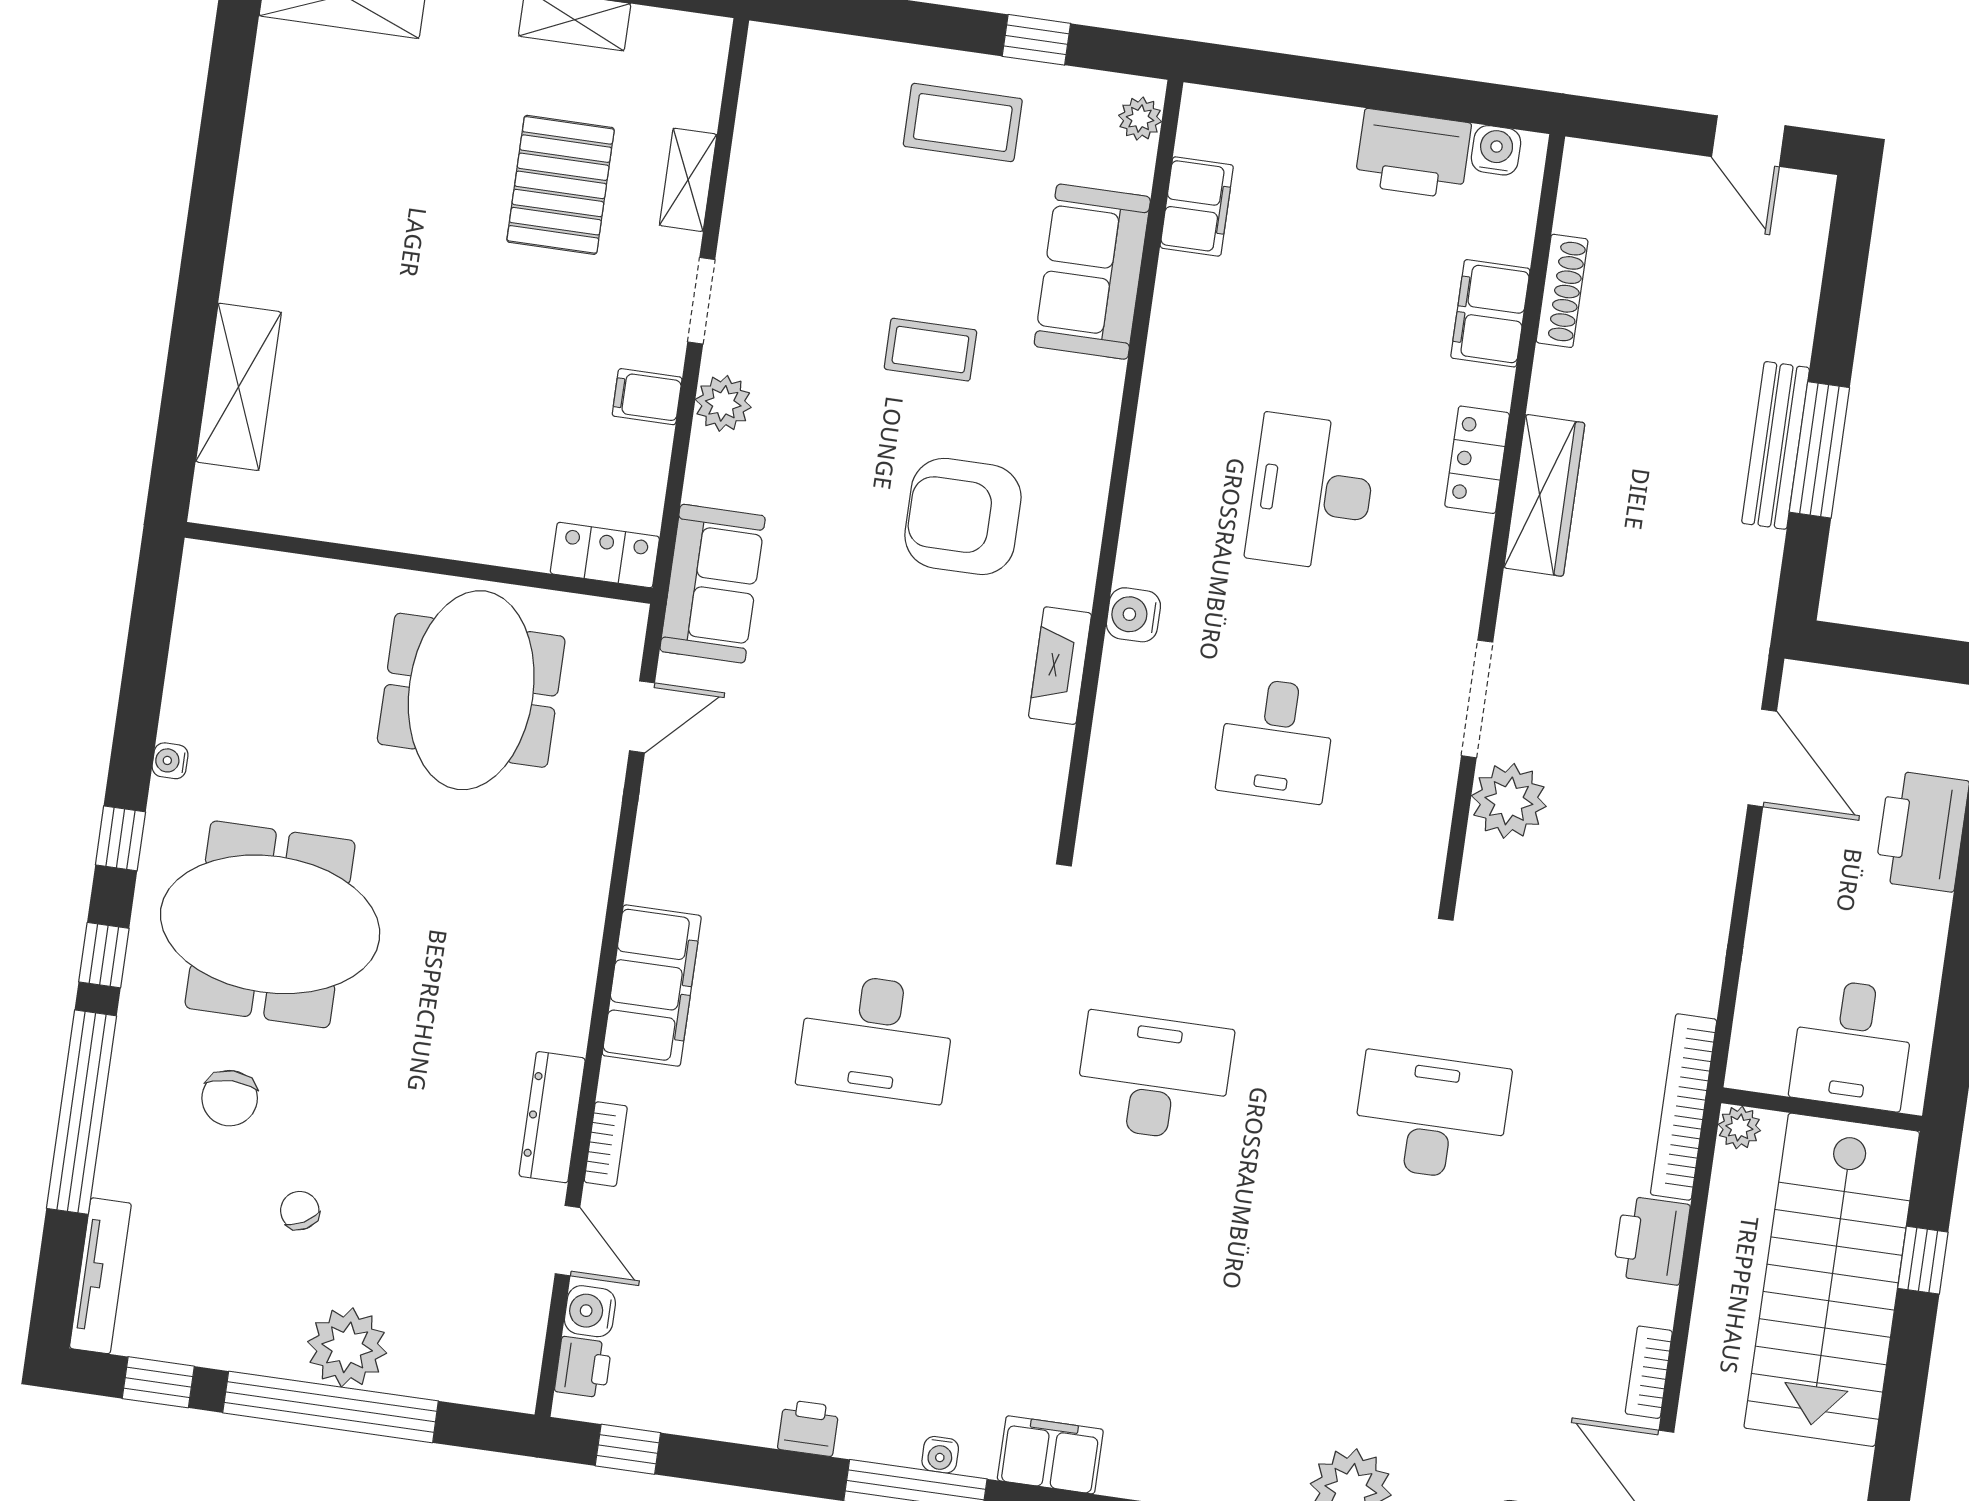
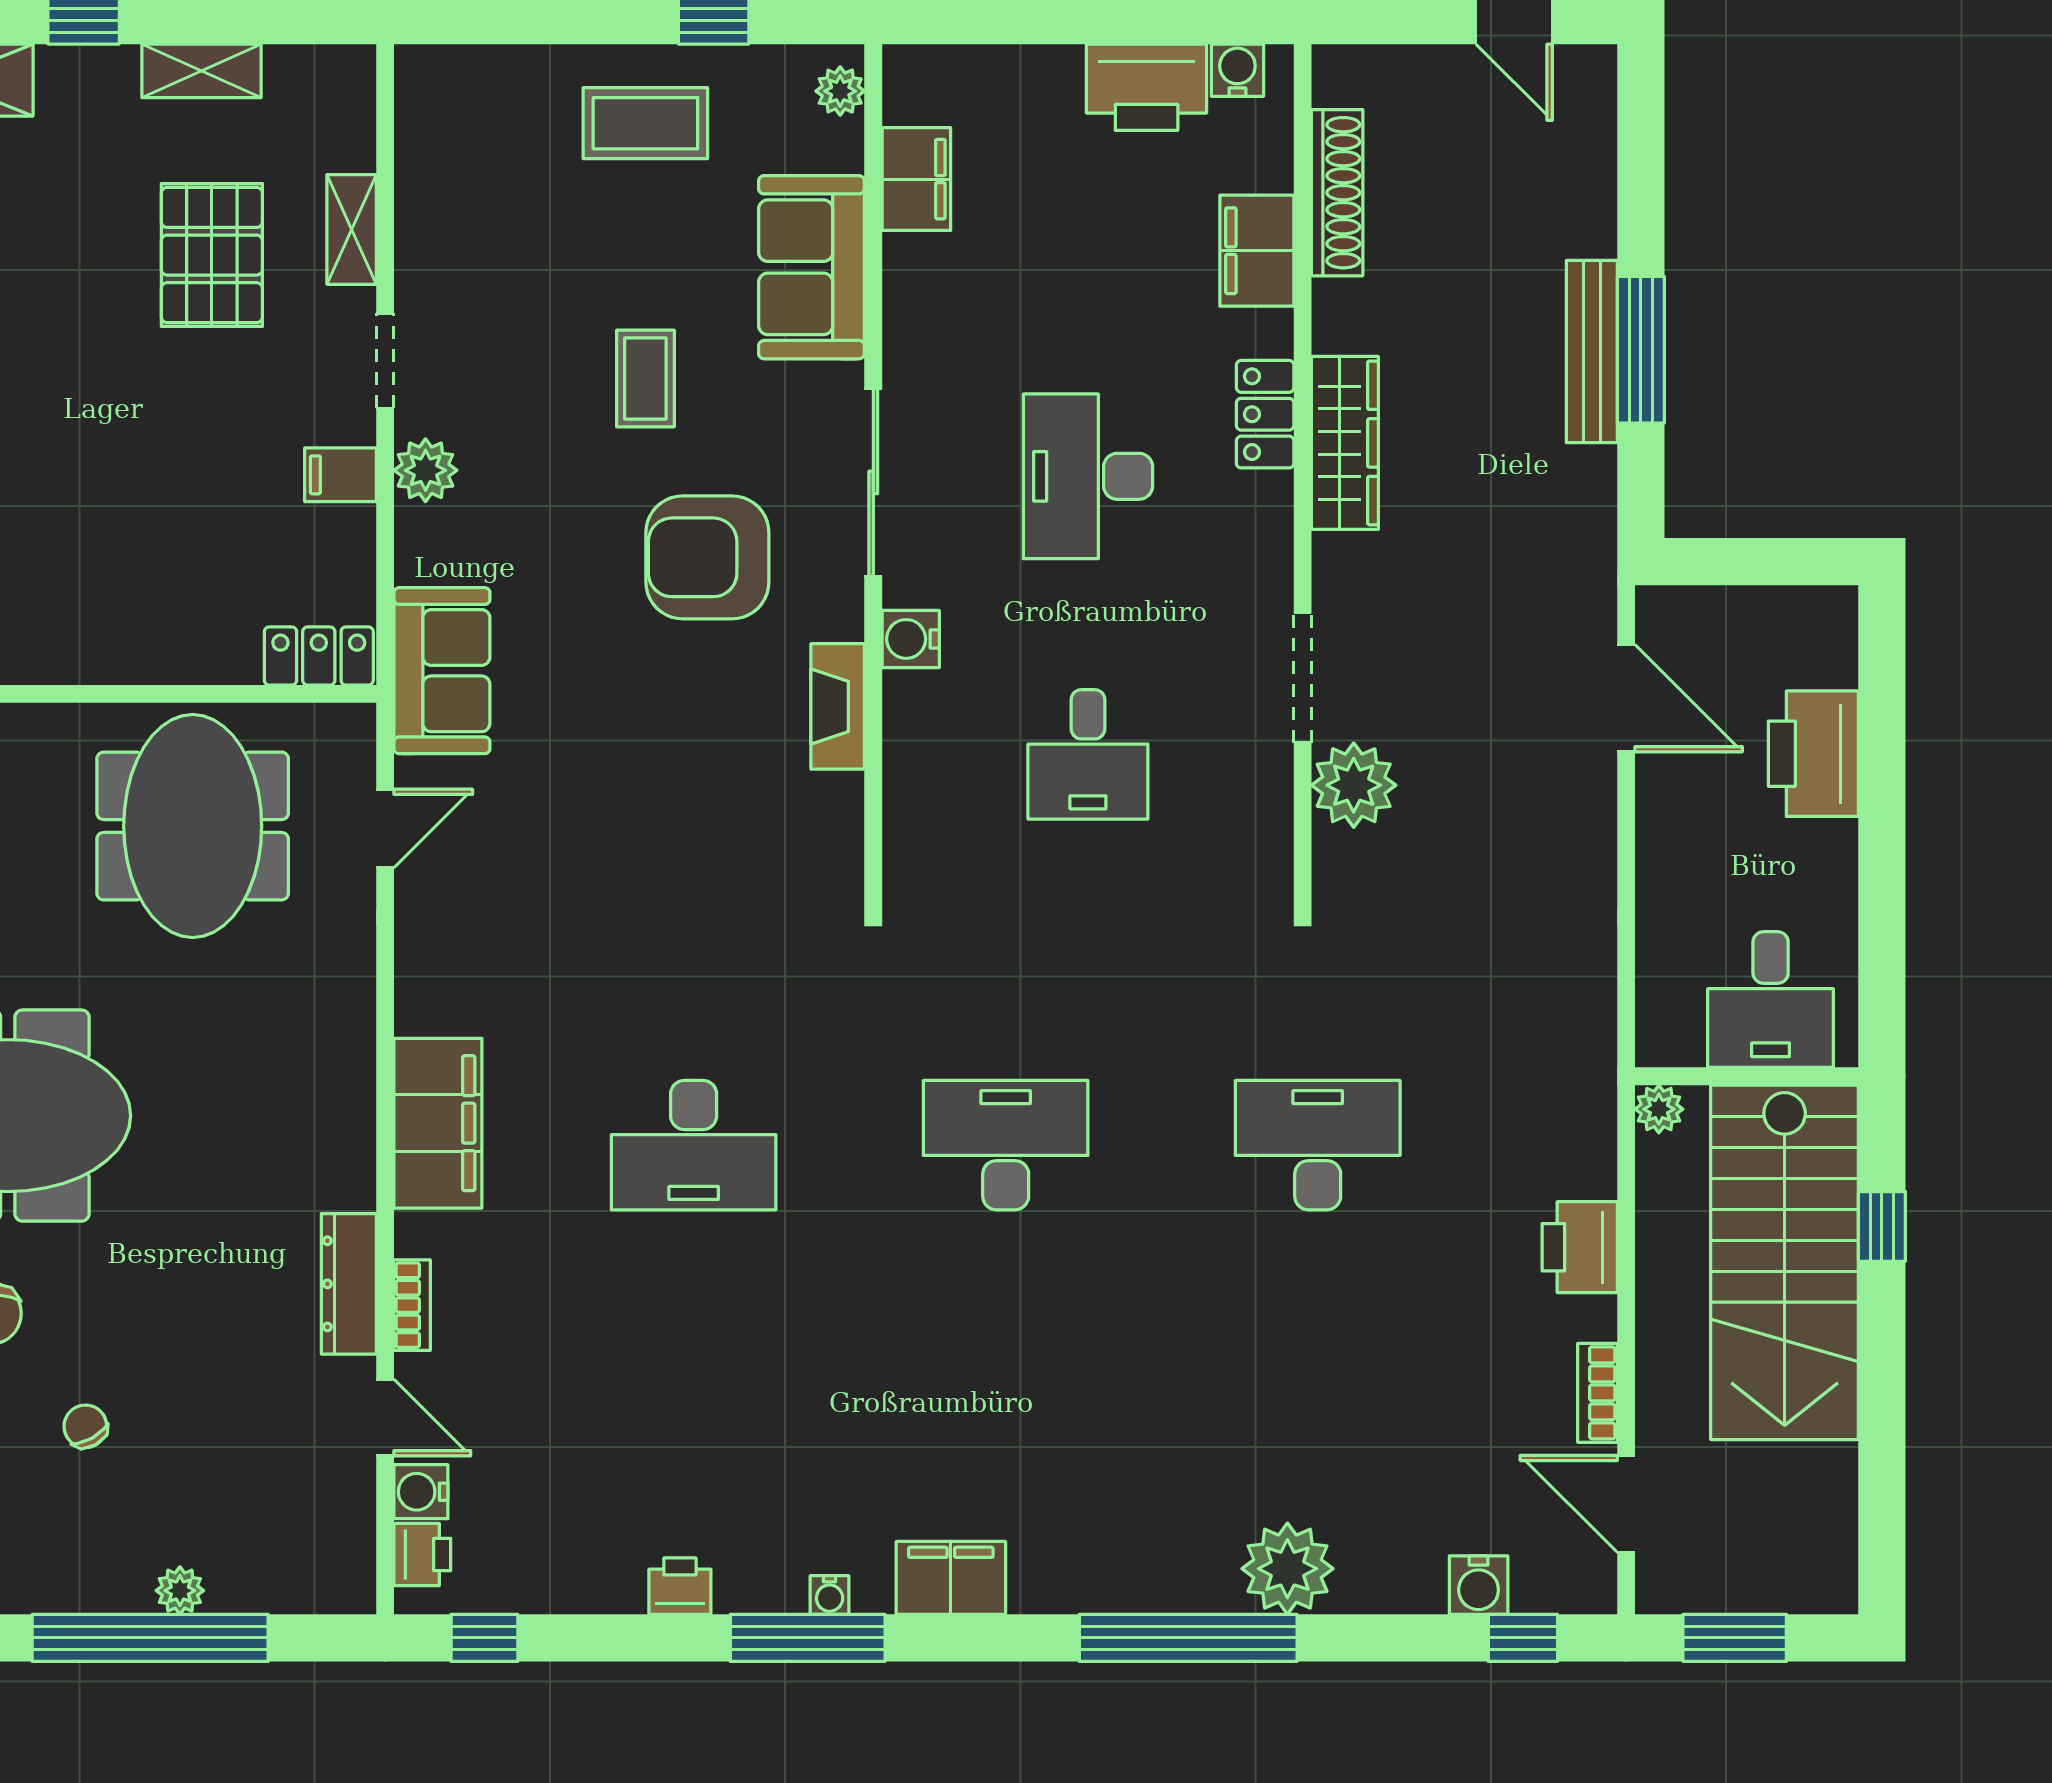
shoe rack: (1562, 291) -> (1337, 193), width x1.36, depth x1.24
coffee table: (930, 350) -> (645, 379), turned 90
sliding door: (1120, 471) -> (873, 482), added
bookcase: (1684, 1107) -> (1594, 1095), removed
plant: (347, 1347) -> (180, 1591), width x0.53, depth x0.53

